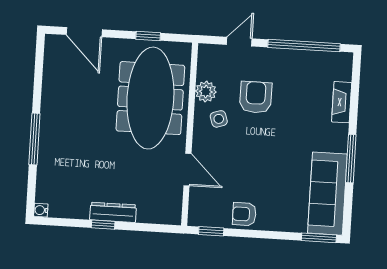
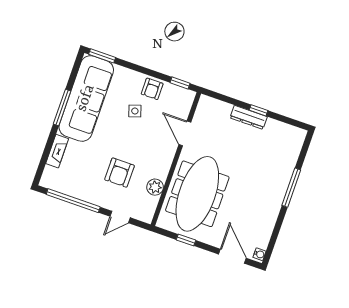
side table: (219, 119) -> (135, 111), moved
sofa: (327, 194) -> (86, 98), width x1.36, depth x1.27
water cooler: (41, 210) -> (259, 254), moved
armchair: (244, 214) -> (152, 89), turned 90

